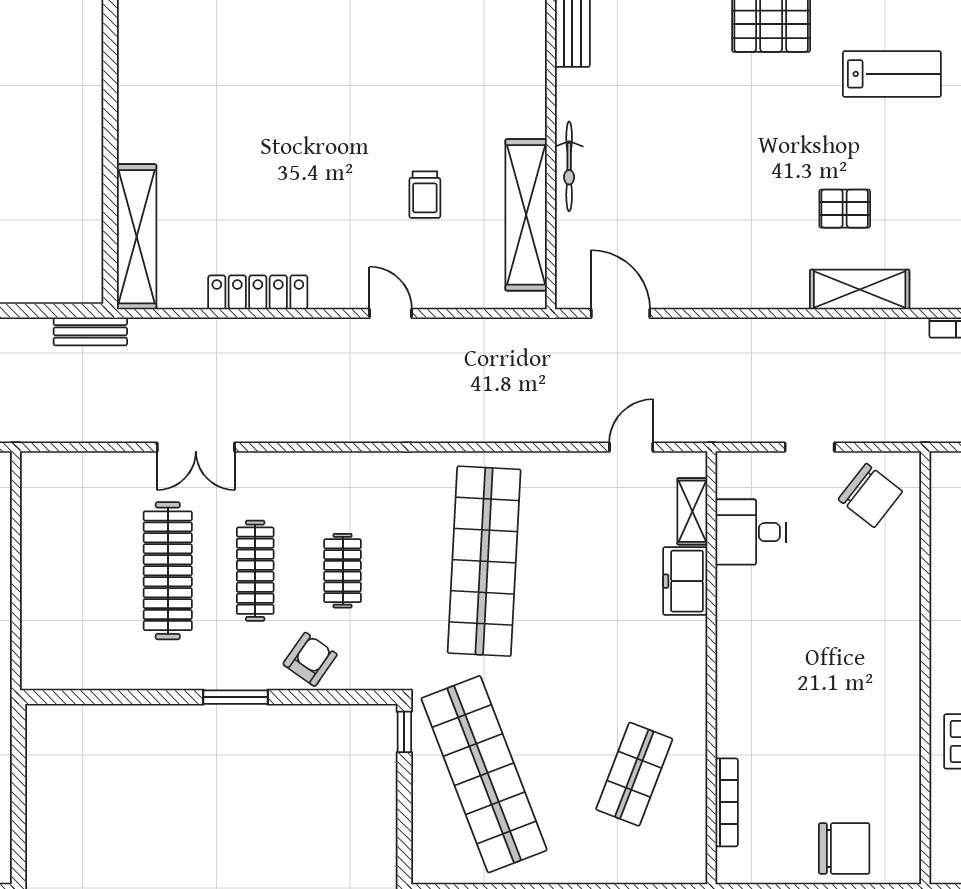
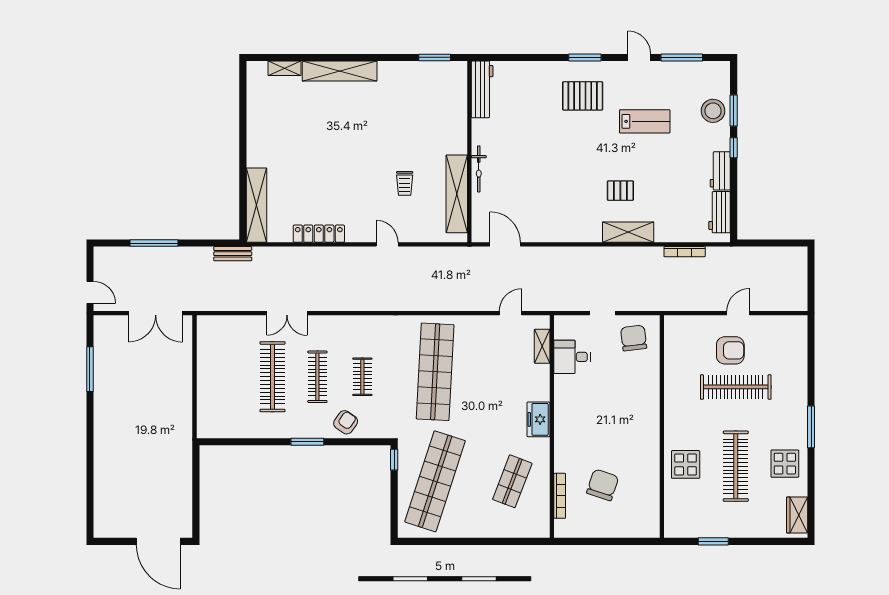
chair: (870, 495) -> (634, 338), turned -135
freezer: (685, 581) -> (538, 419), moved
shop shelf: (484, 774) -> (435, 481), turned 39
chair: (844, 848) -> (603, 485), moved, turned -72

